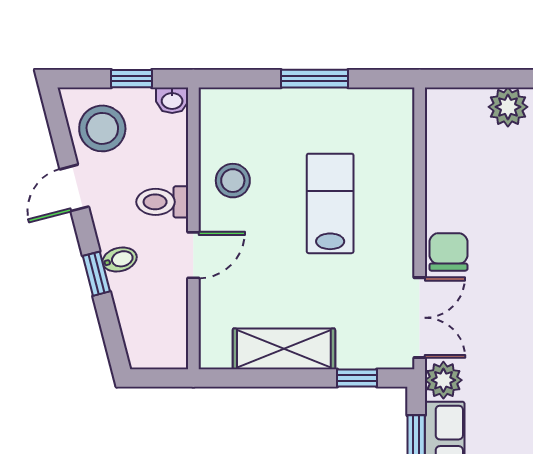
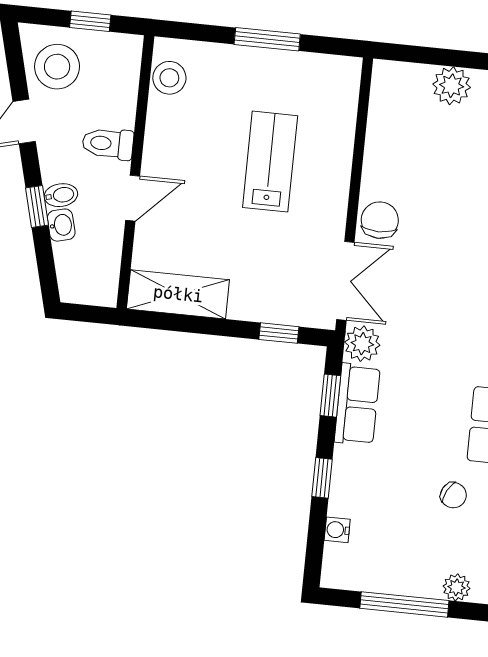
washbasin: (172, 100) -> (61, 225), moved, turned -104
stool: (233, 181) -> (169, 78), moved
shelving: (284, 349) -> (178, 294), moved

